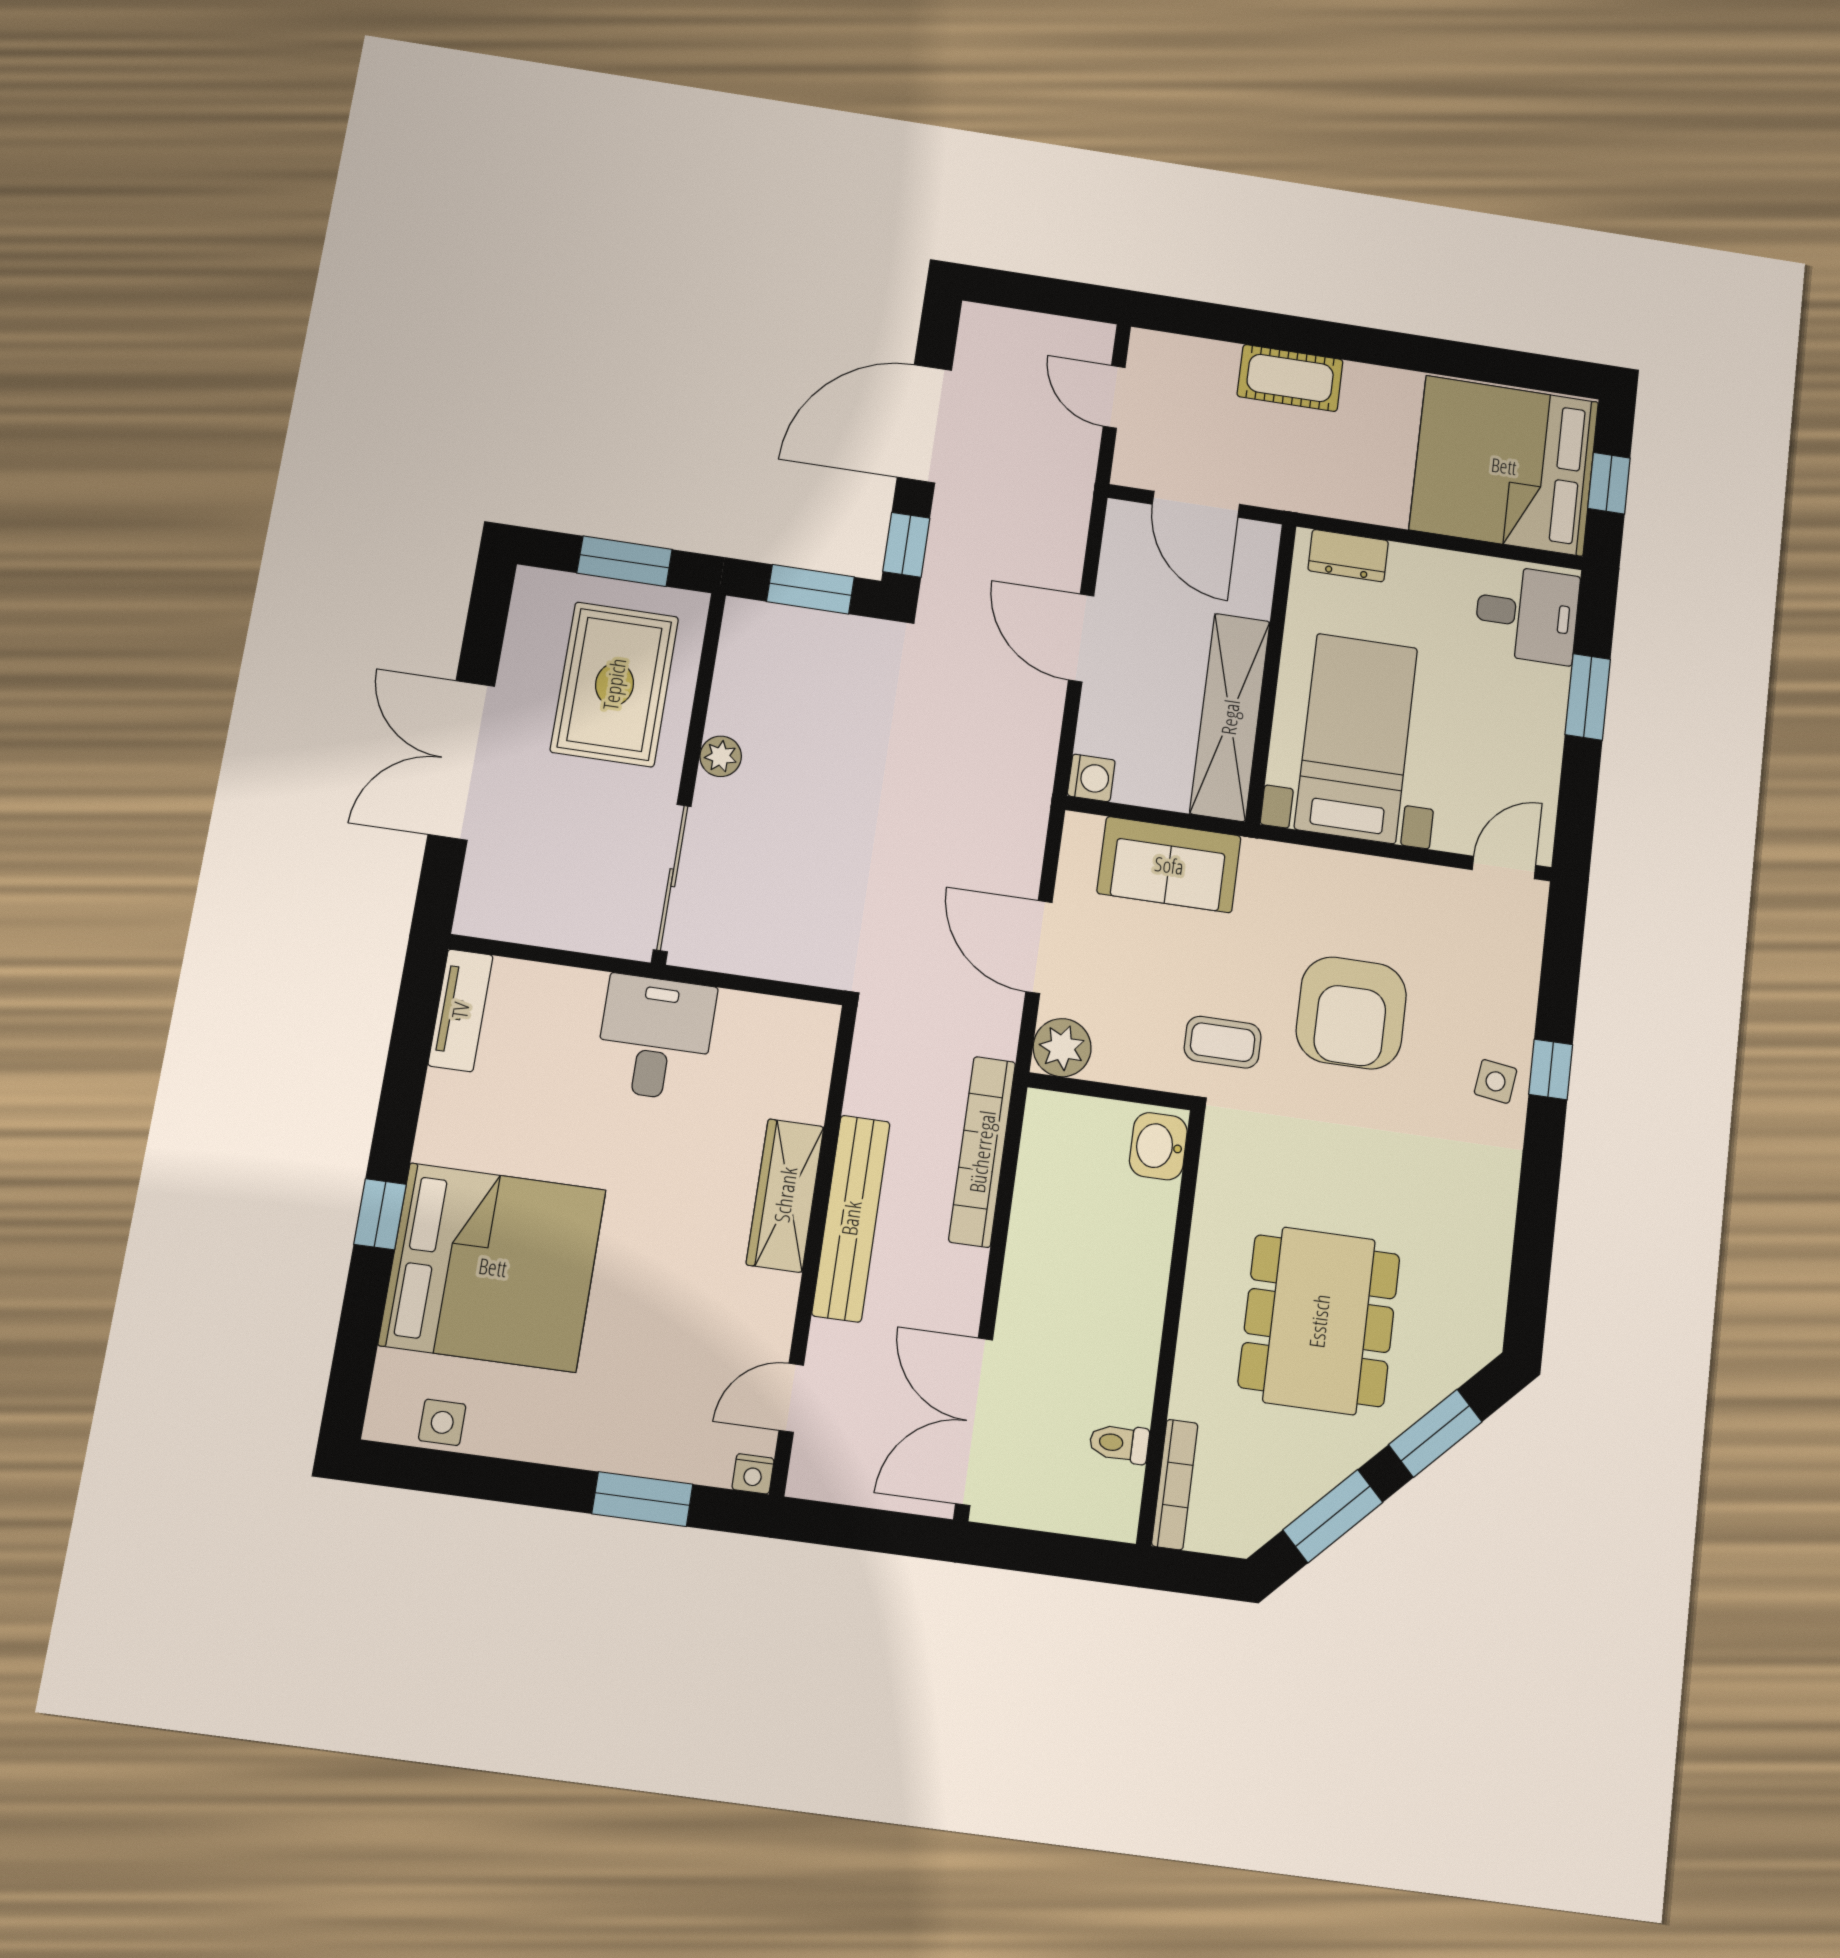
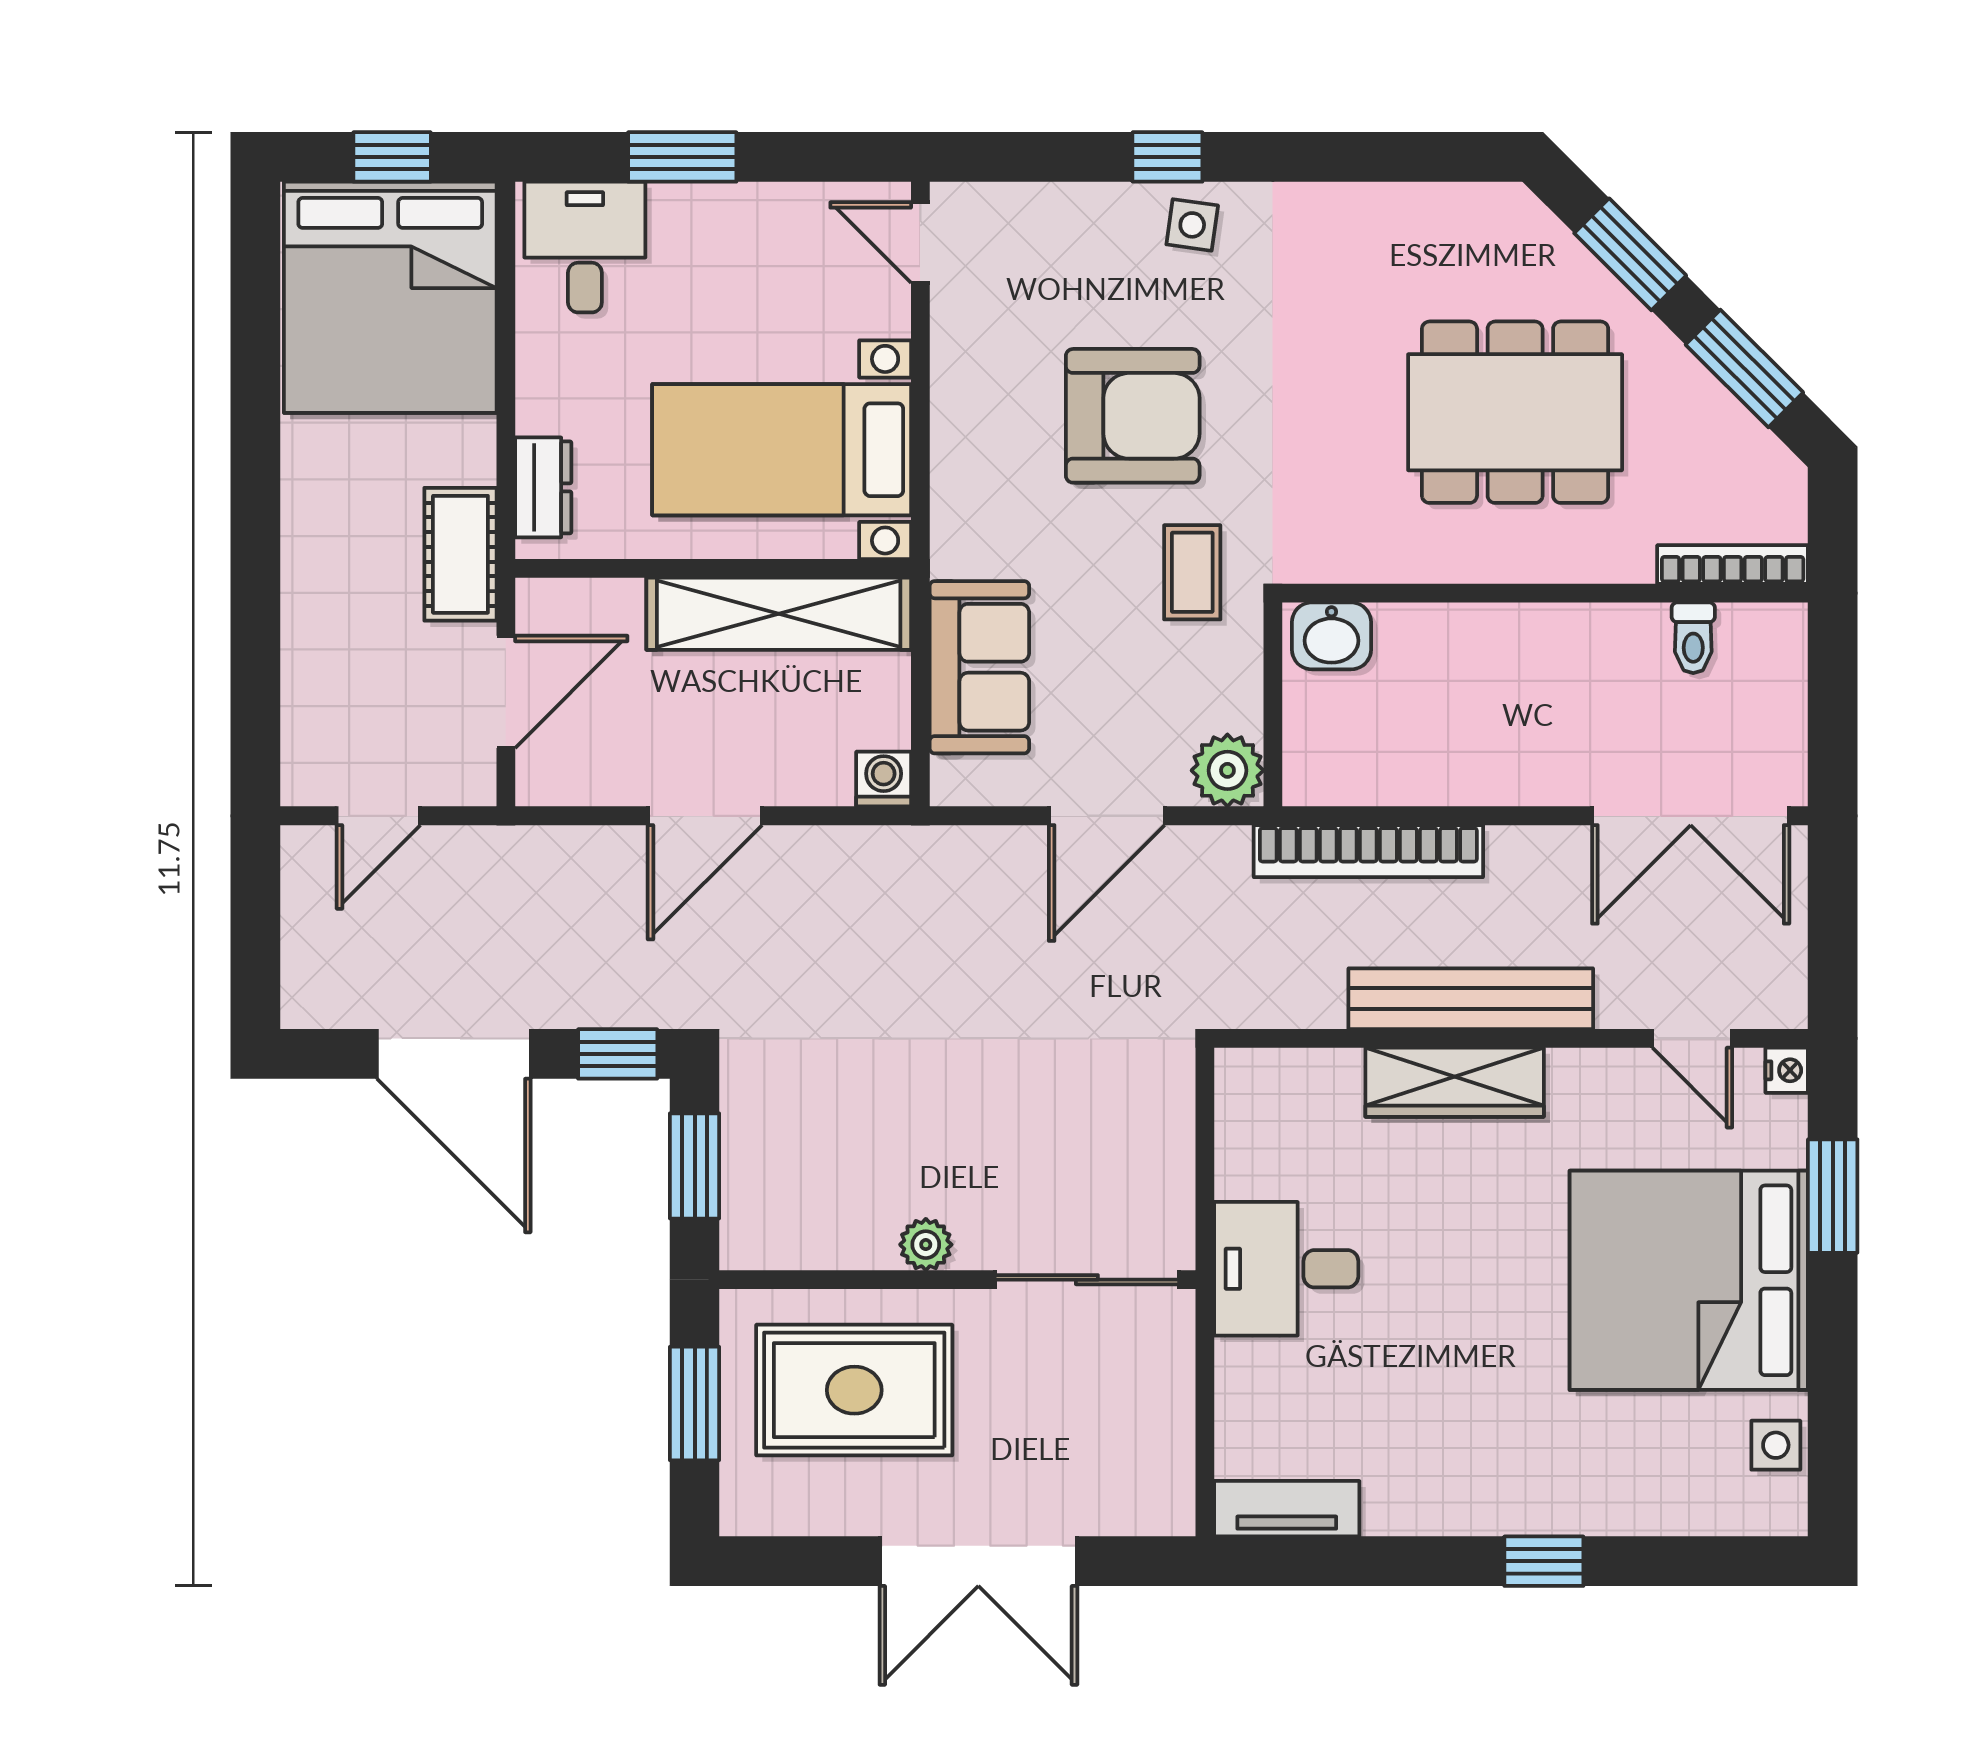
cot: (1290, 378) -> (460, 554), moved
bed: (493, 1267) -> (1689, 1280), moved, turned -90

